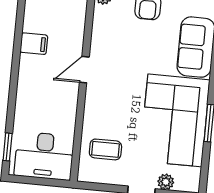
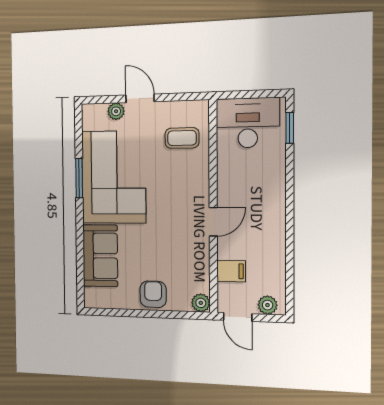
filing cabinet: (34, 44) -> (231, 271), moved, turned 180

